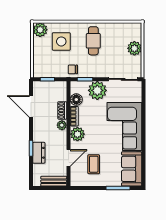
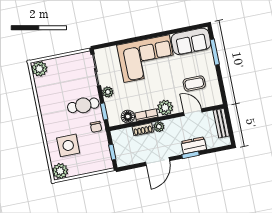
cafe table: (93, 41) -> (83, 105), moved
plant: (134, 48) -> (39, 69), moved
plant: (97, 90) -> (108, 92), width x0.53, depth x0.53
door: (31, 106) -> (158, 162), moved

